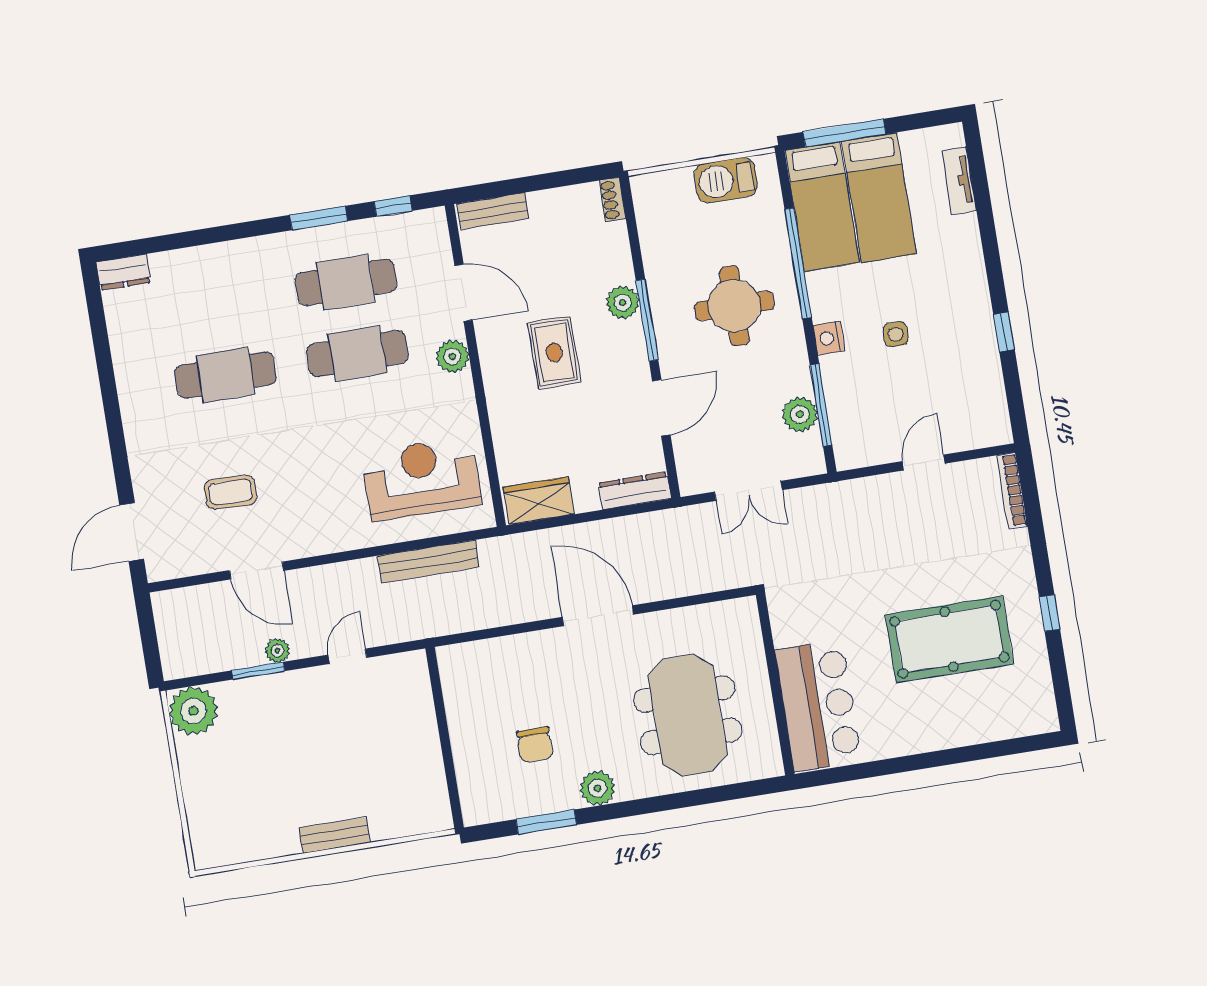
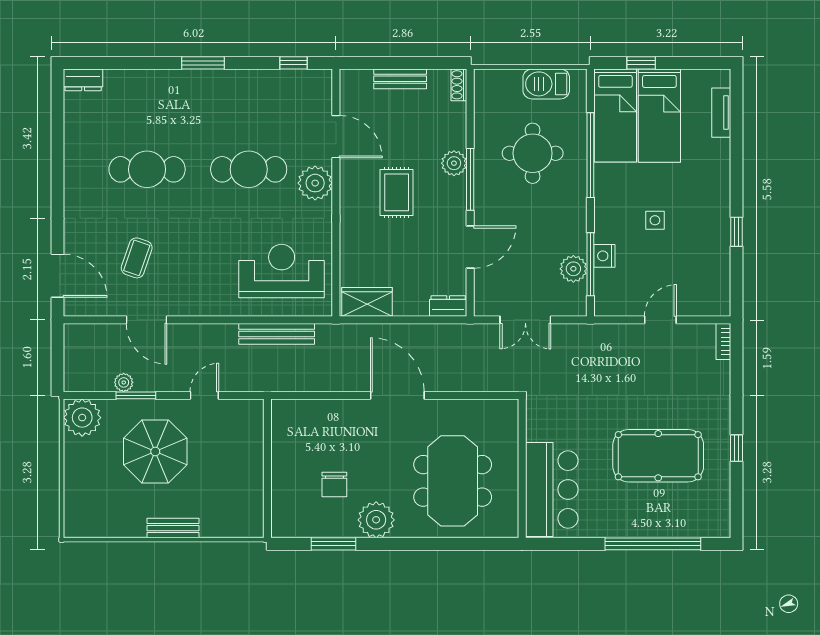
window: (844, 133) -> (641, 63), width x0.46
bench: (493, 211) -> (400, 79), moved
window: (319, 218) -> (203, 63), moved
cafe table: (346, 282) -> (249, 114), removed
round table: (734, 306) -> (533, 153), moved
nightstand: (829, 338) -> (604, 256), moved
plant: (452, 357) -> (315, 183), width x1.36, depth x1.36
bookcase: (1012, 490) -> (723, 341), width x0.64
dresser: (635, 491) -> (448, 306), width x0.70
coffee table: (231, 492) -> (137, 258), turned -73
door: (132, 532) -> (58, 276), swing flipped
plant: (277, 650) -> (124, 382), moved
parasol: (295, 740) -> (155, 451), added
window: (961, 755) -> (653, 544), added
plant: (598, 788) -> (376, 520), width x1.36, depth x1.36

